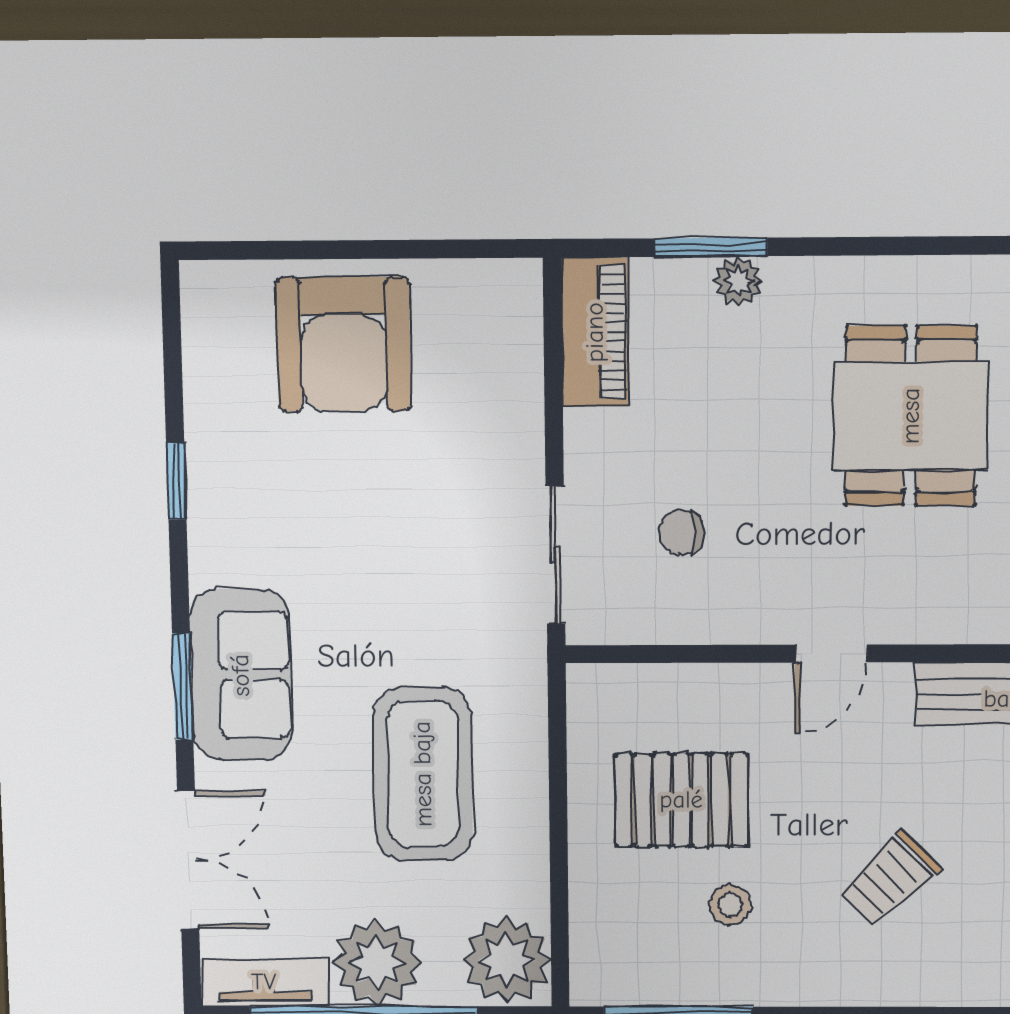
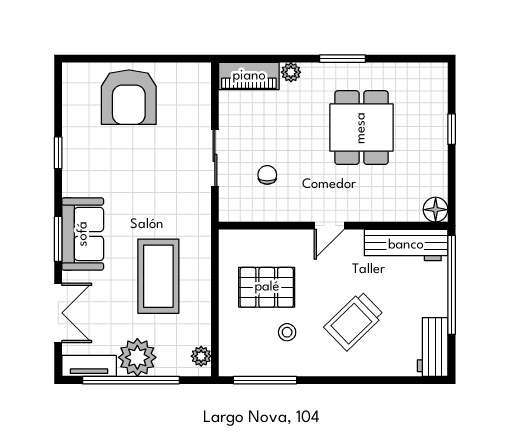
window: (711, 247) -> (342, 59), moved
piano: (595, 332) -> (249, 76), moved, turned 90
chair: (681, 532) -> (267, 175), turned 90
sliding door: (555, 555) -> (215, 158), moved
trolley: (889, 879) -> (354, 321), width x1.36, depth x1.39
plant: (507, 960) -> (201, 356), width x0.53, depth x0.53

